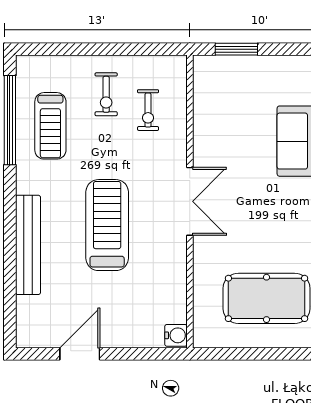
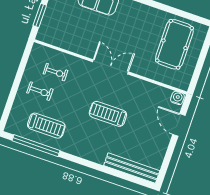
treadmill: (107, 225) -> (108, 114), width x0.73, depth x0.73
bench: (28, 245) -> (132, 168), moved
door: (80, 354) -> (179, 125), moved

